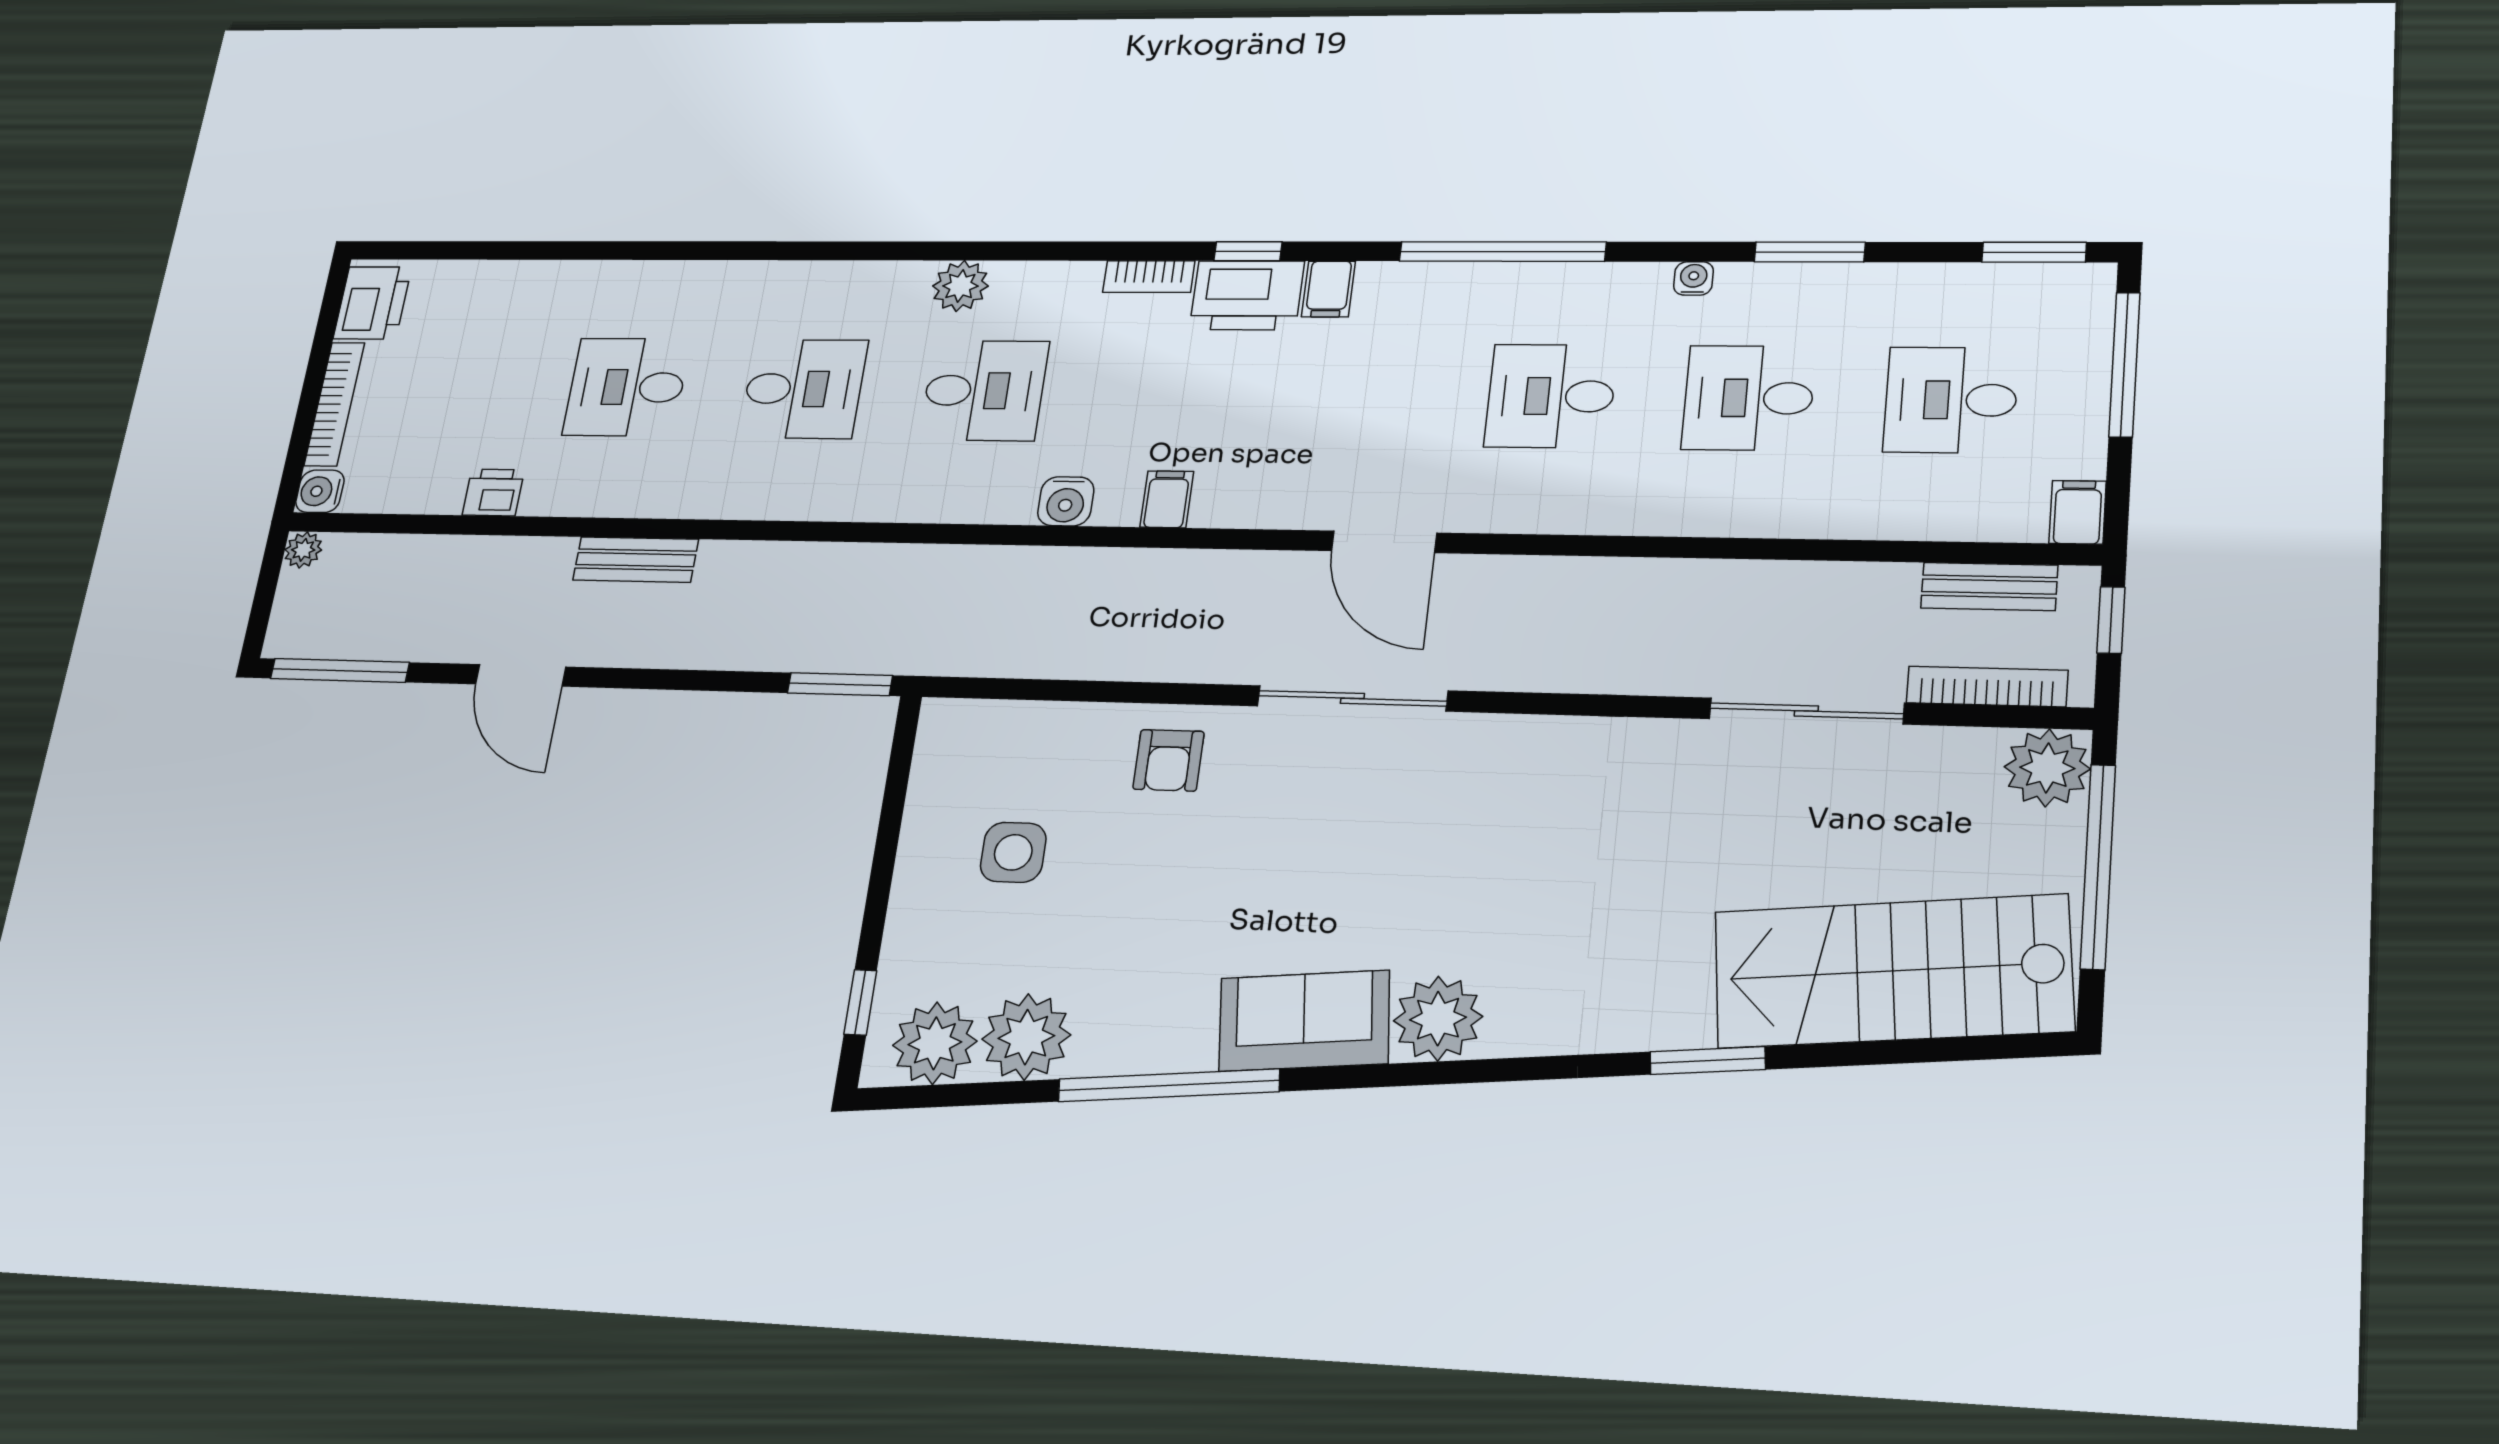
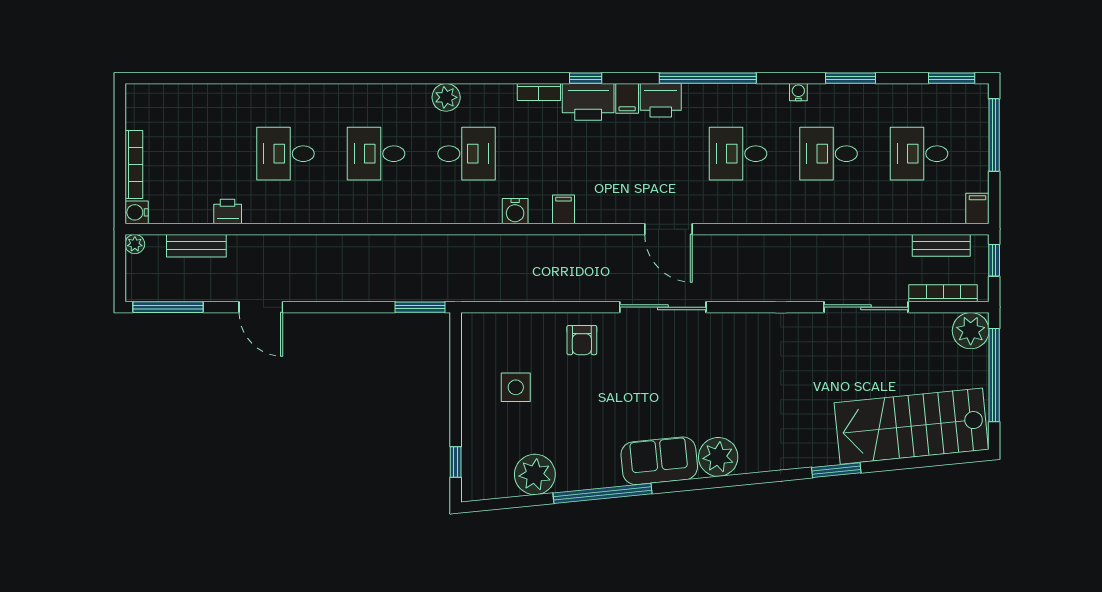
printer: (372, 303) -> (661, 100), moved, turned 90
desk: (803, 389) -> (376, 154), turned 180
bench: (636, 560) -> (196, 246), moved
plant: (935, 1043) -> (493, 479), removed

